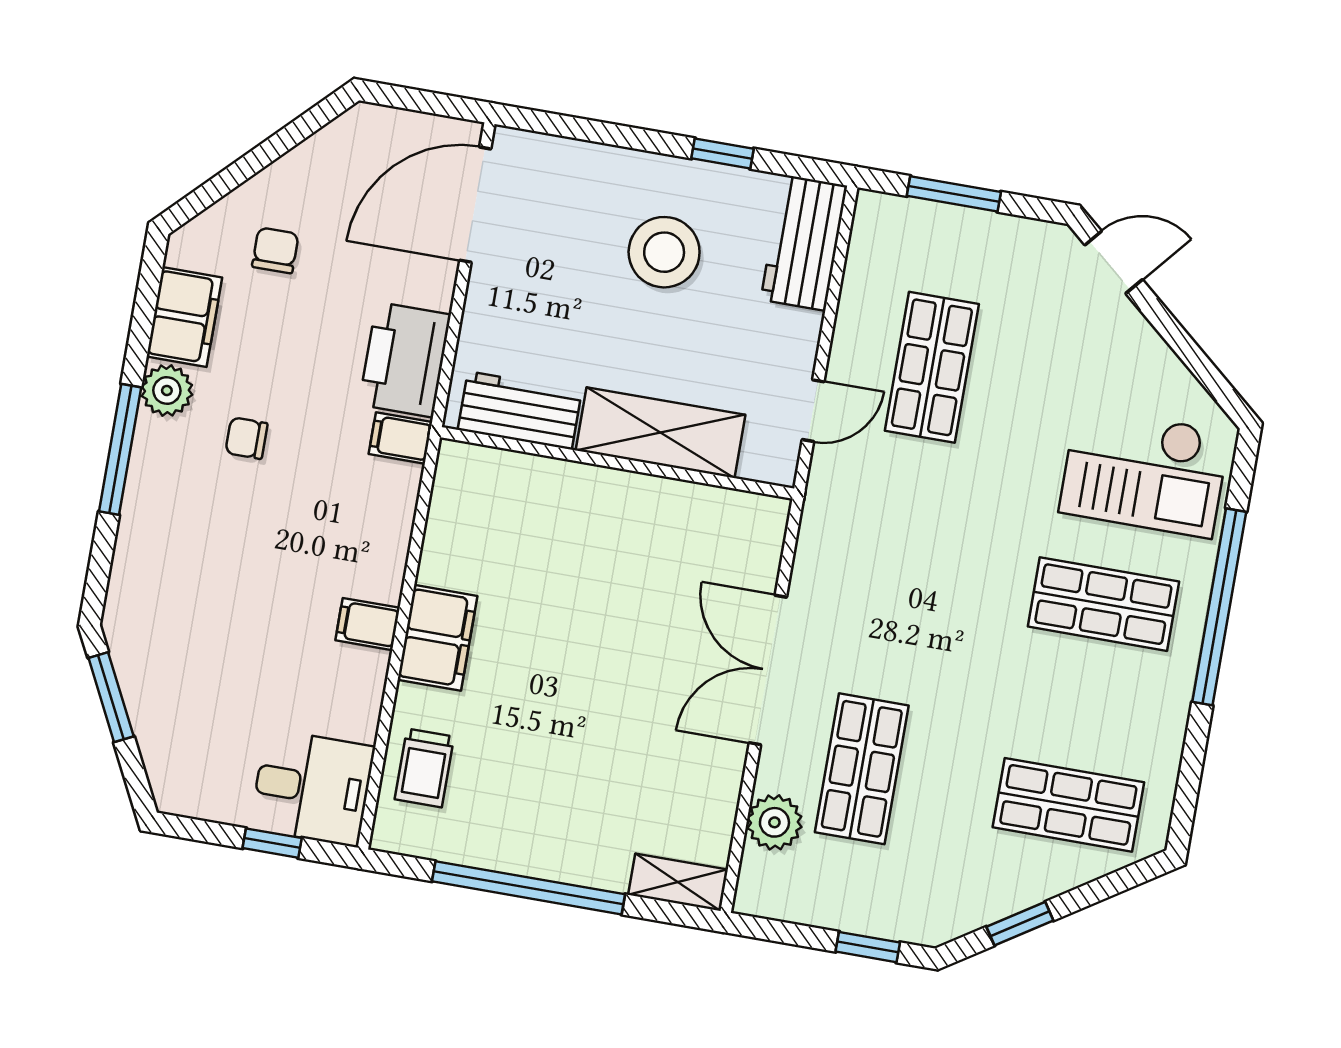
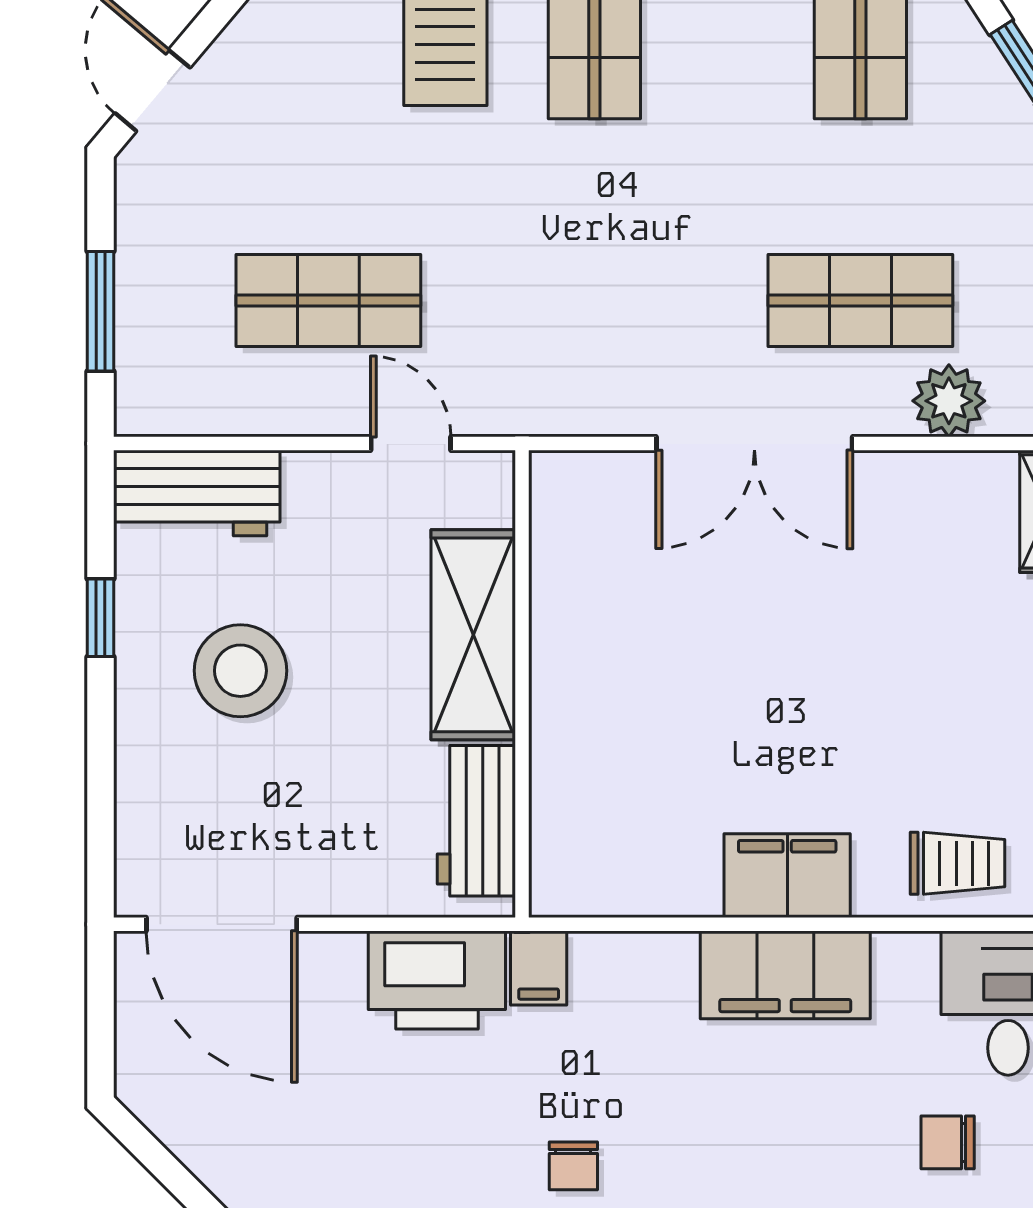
chair: (275, 250) -> (948, 1142), moved
filing cabinet: (368, 624) -> (785, 975), width x3.00, depth x1.17

